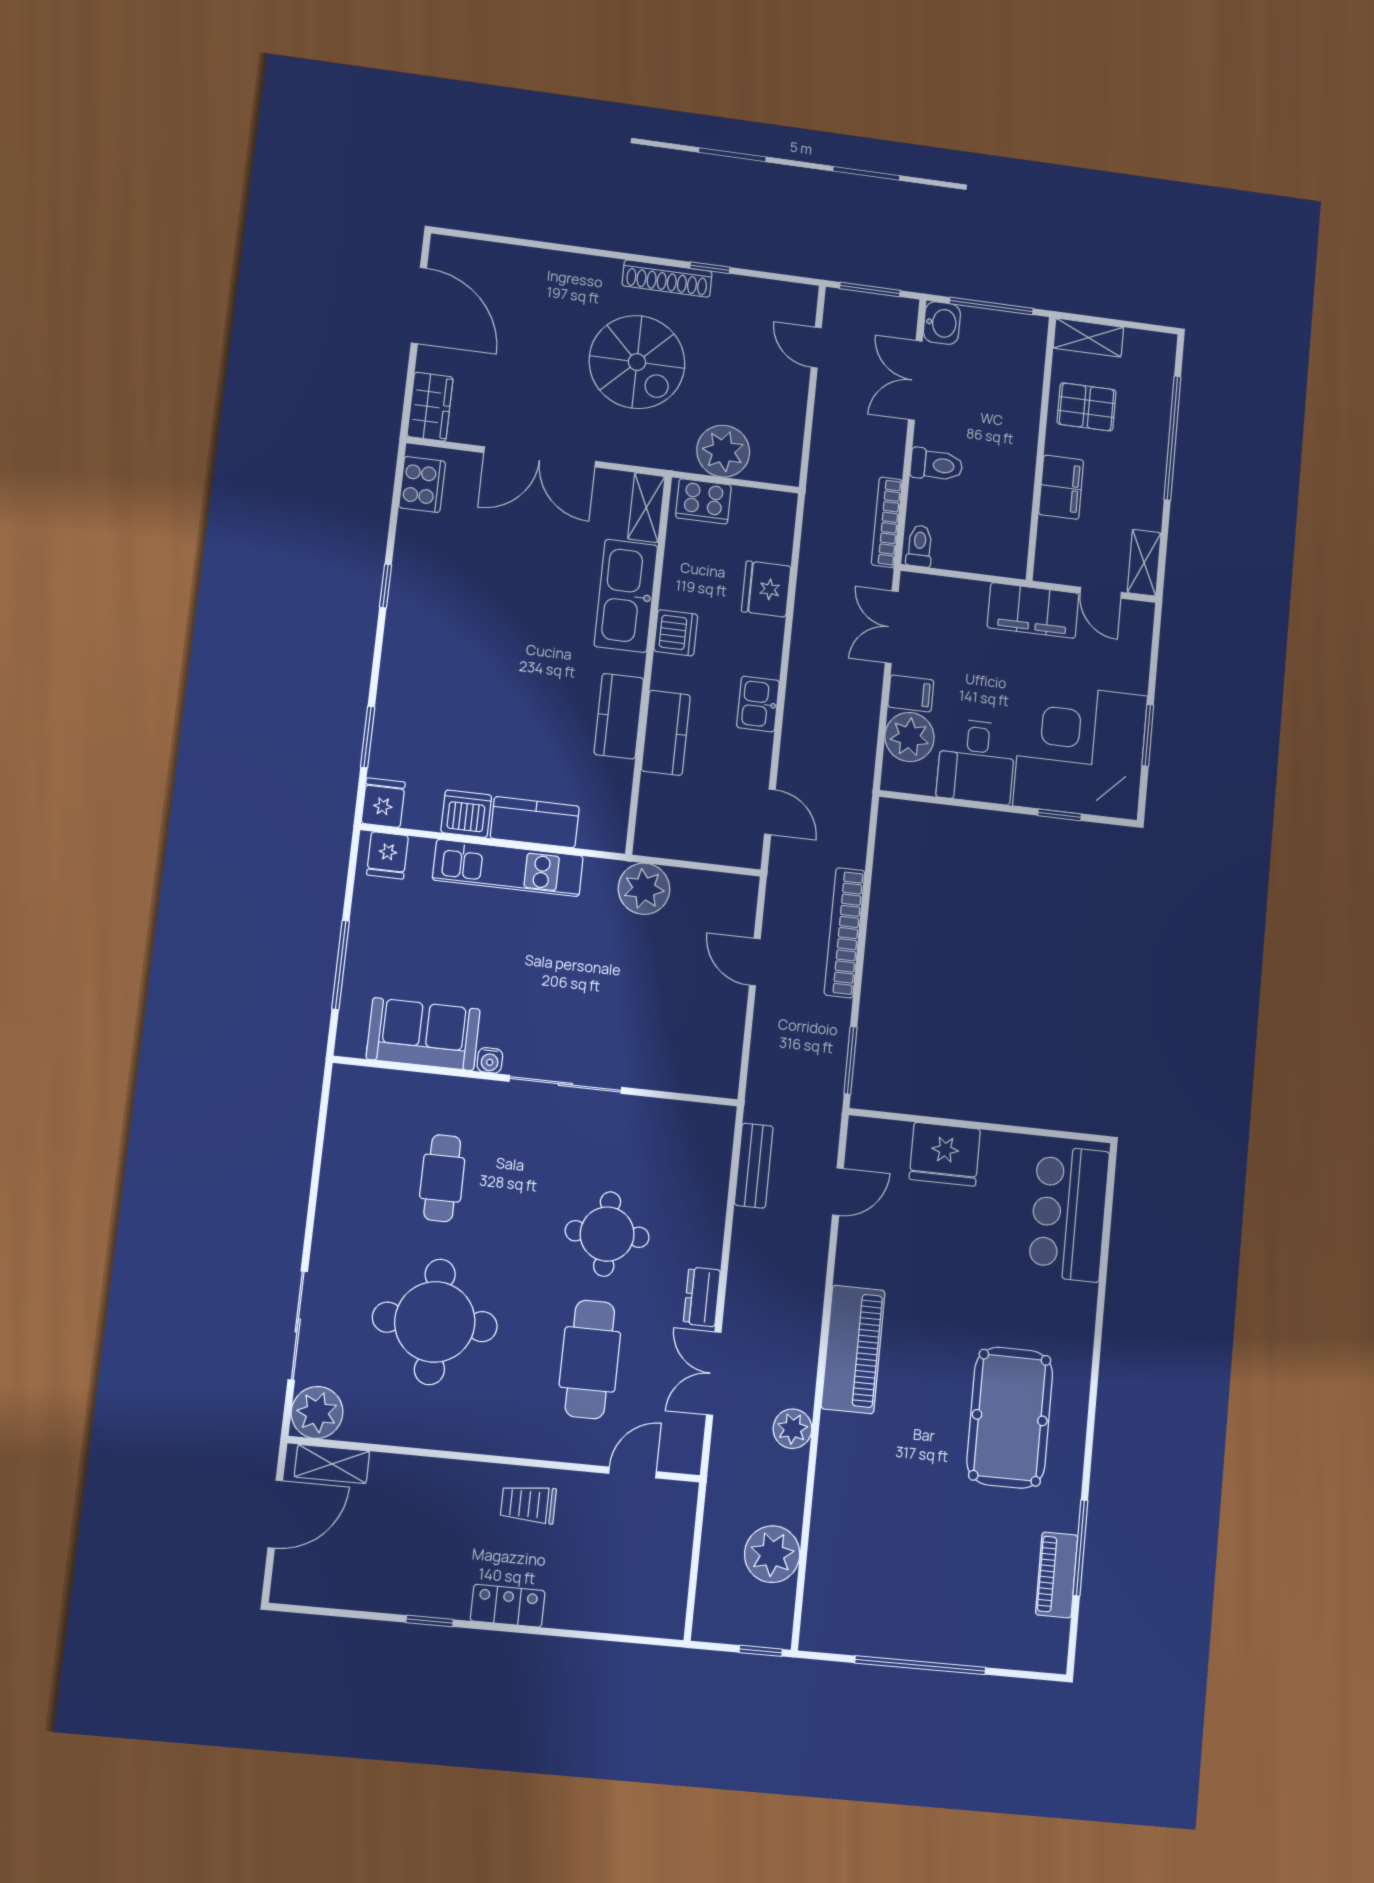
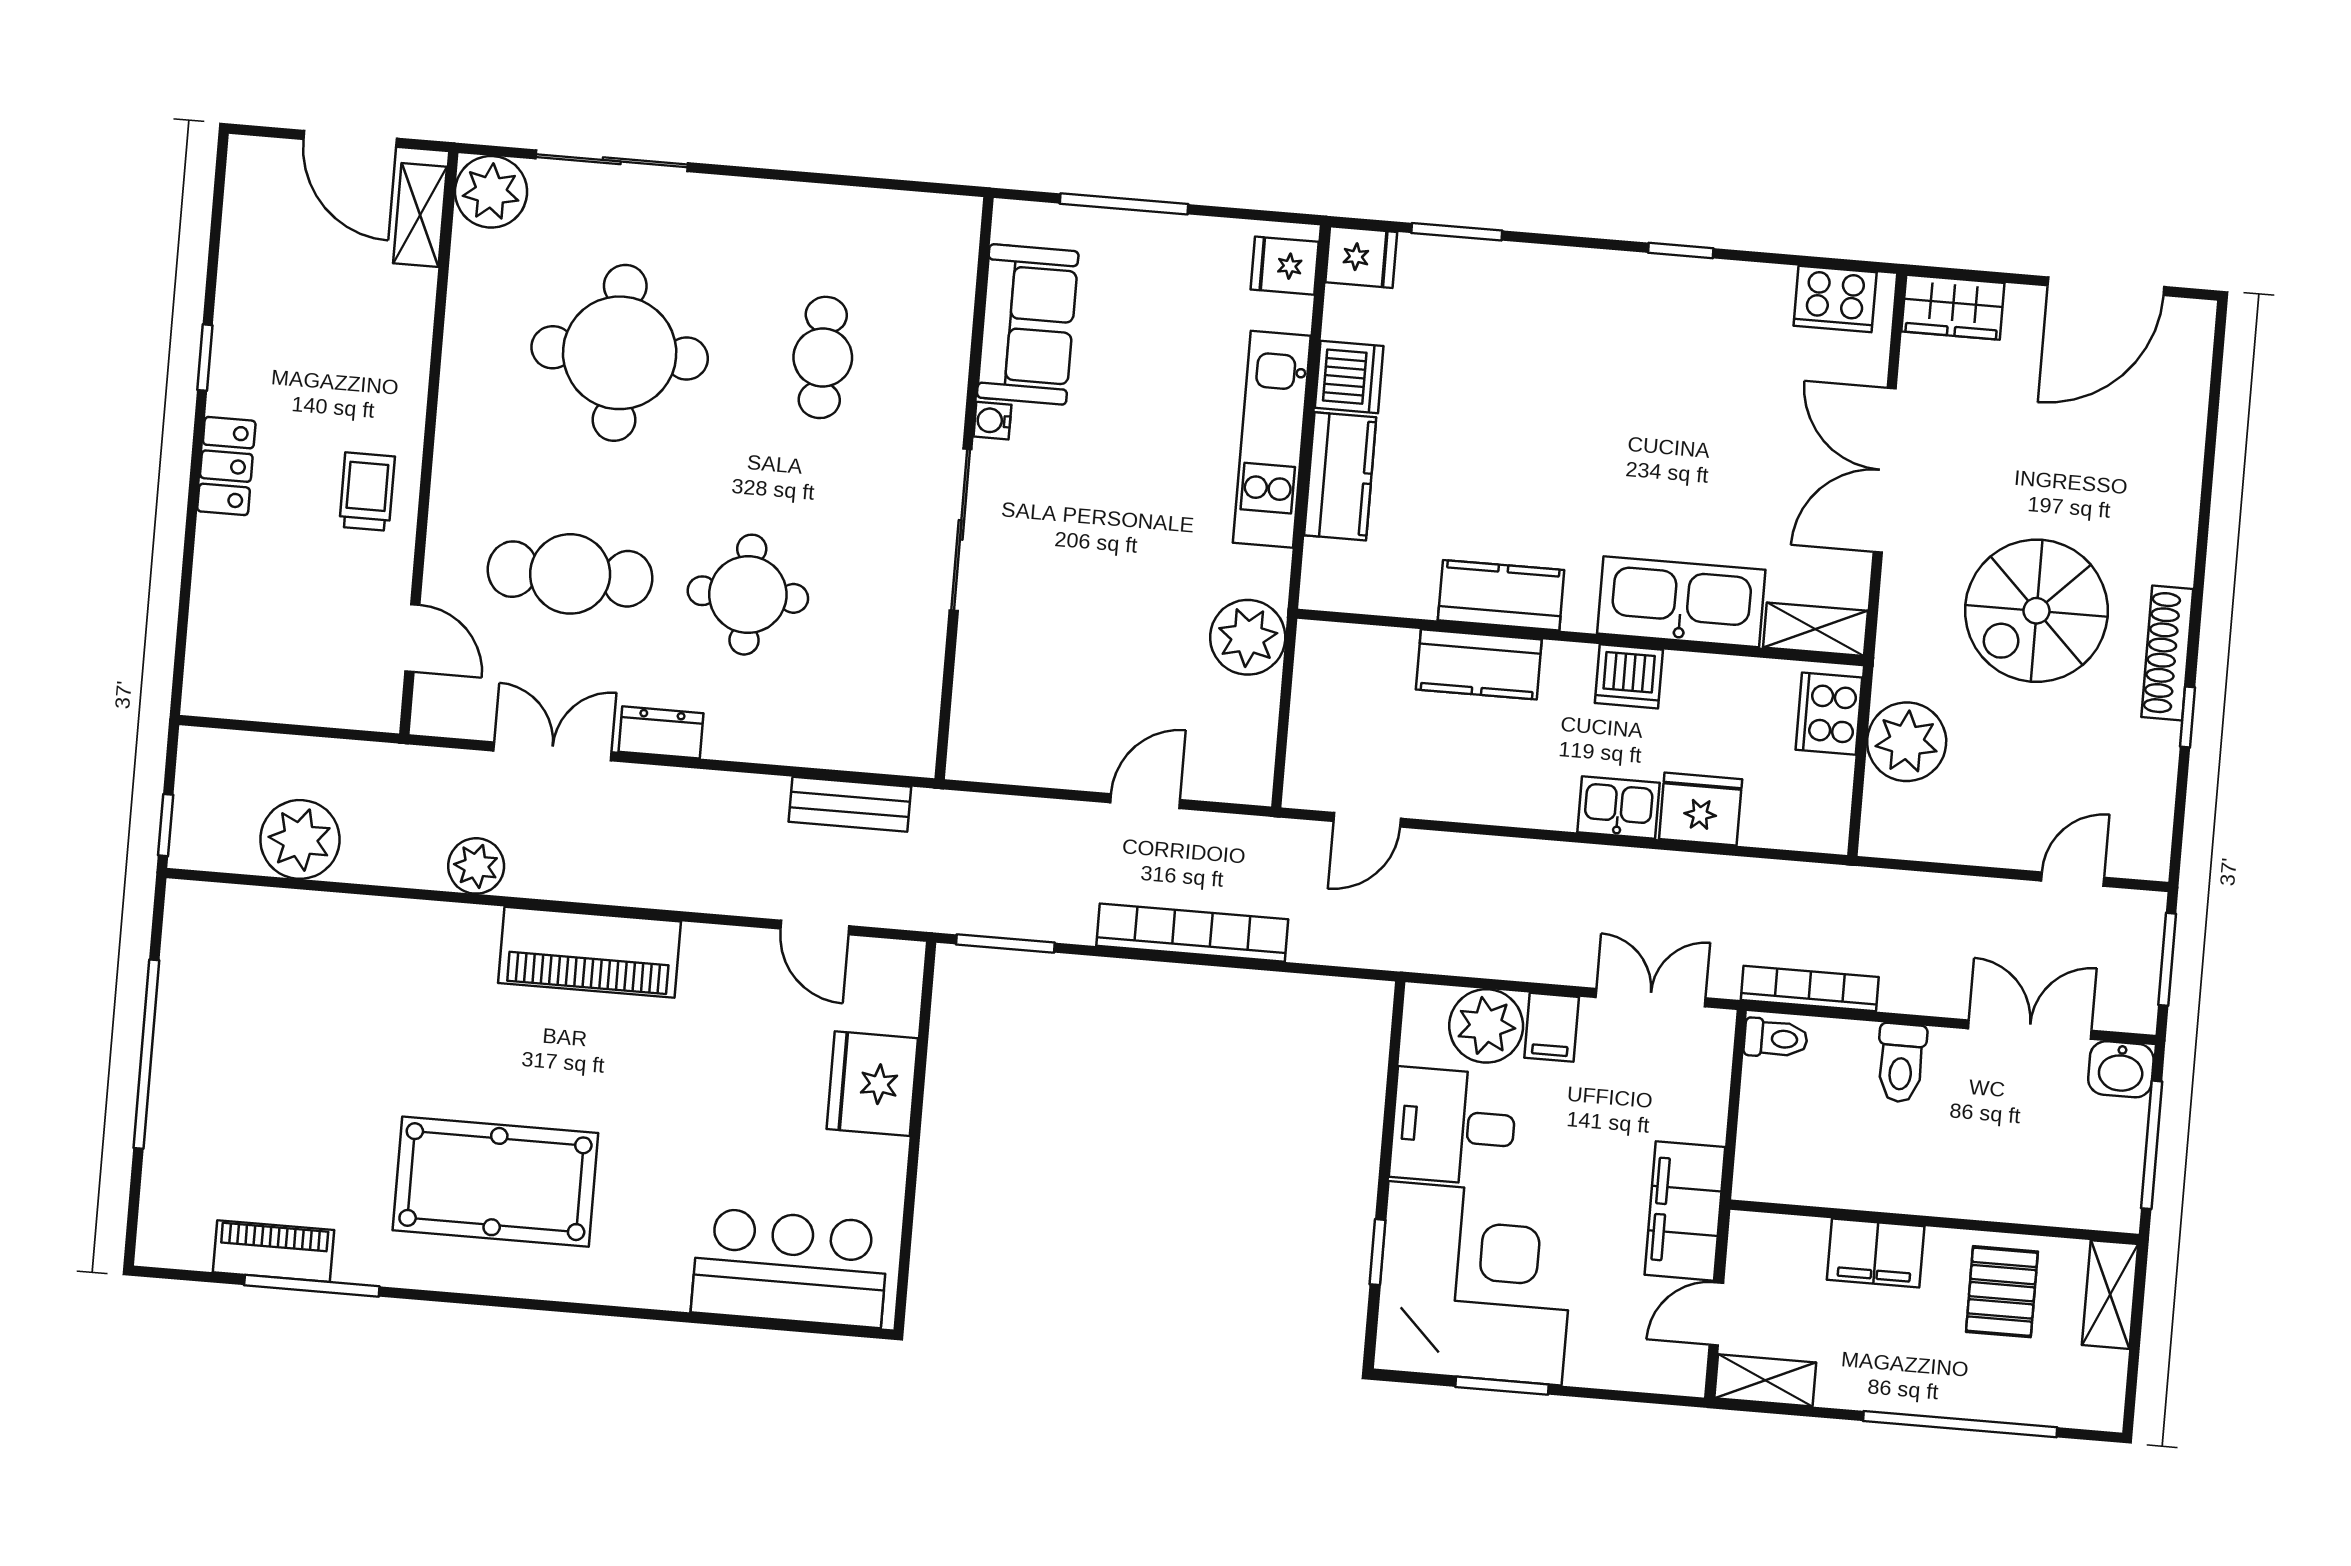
kitchen sink: (758, 704) -> (1618, 807), moved
cafe table: (442, 1178) -> (823, 357), turned 90

